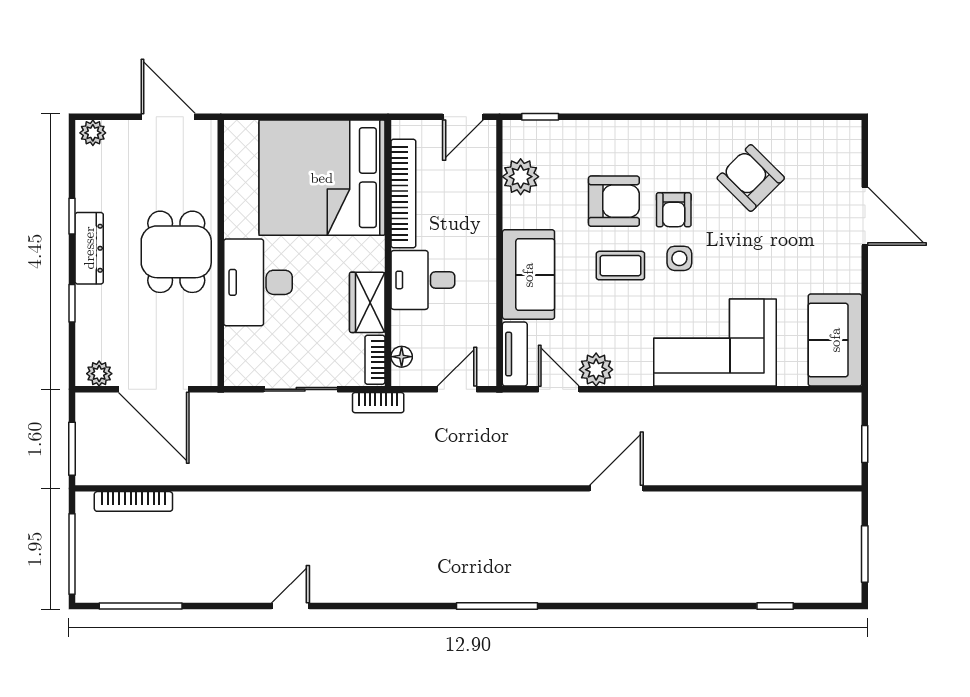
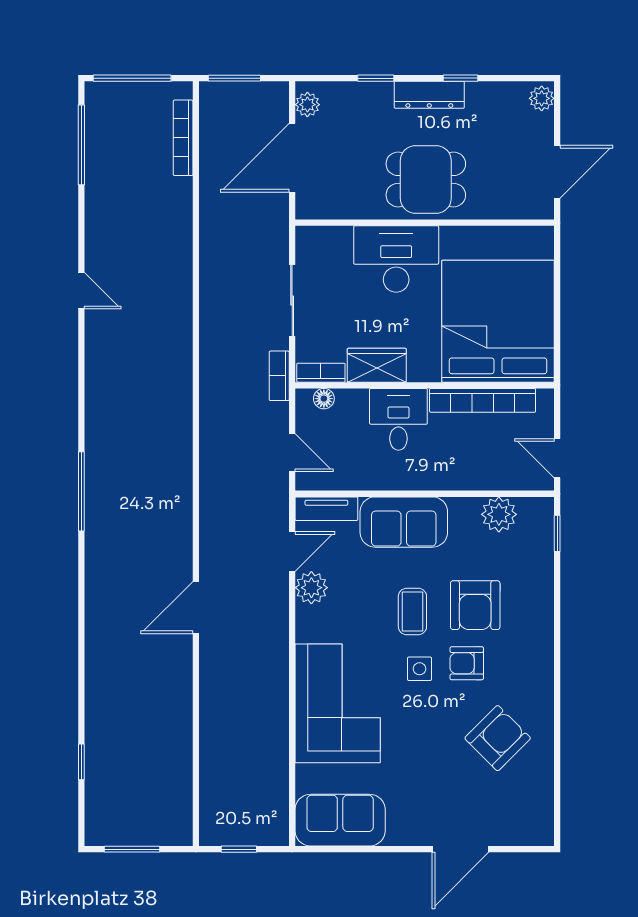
door: (616, 488) -> (196, 608), swing flipped

